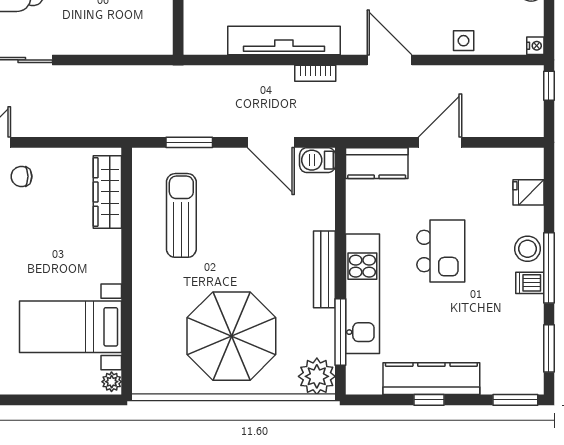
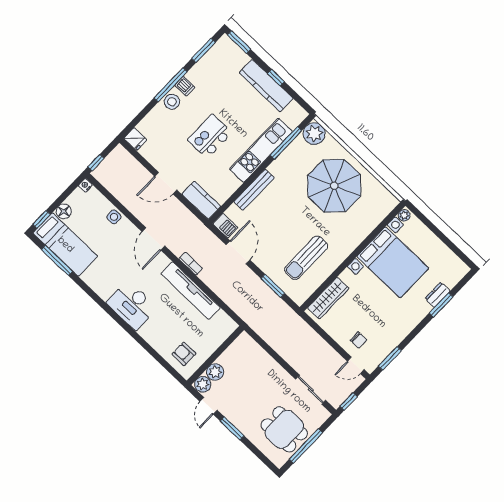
fridge: (529, 192) -> (135, 139), moved
bench: (324, 269) -> (254, 190), moved
bed with nightstands: (70, 327) -> (393, 262), width x1.36

